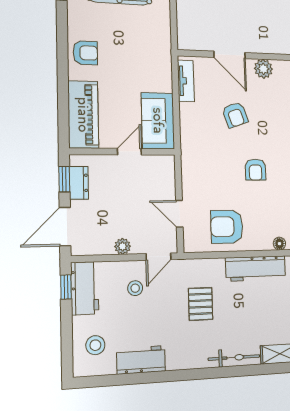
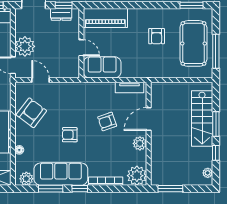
armchair: (85, 53) -> (157, 36), moved
door: (179, 214) -> (40, 80), hinge flipped
armchair: (227, 227) -> (31, 113), turned 37
plant: (123, 246) -> (25, 46), width x1.88, depth x1.88

